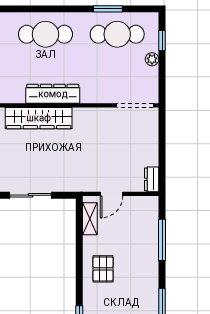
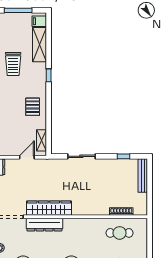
dresser: (53, 94) -> (44, 225), moved
wardrobe: (39, 118) -> (49, 208), moved

